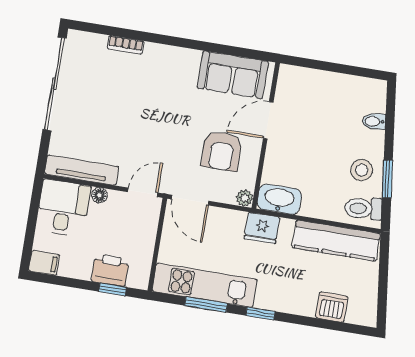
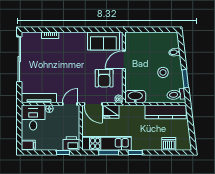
stool: (362, 170) -> (163, 72), moved
fridge: (262, 228) -> (111, 112), moved
printer: (110, 270) -> (71, 144), moved

